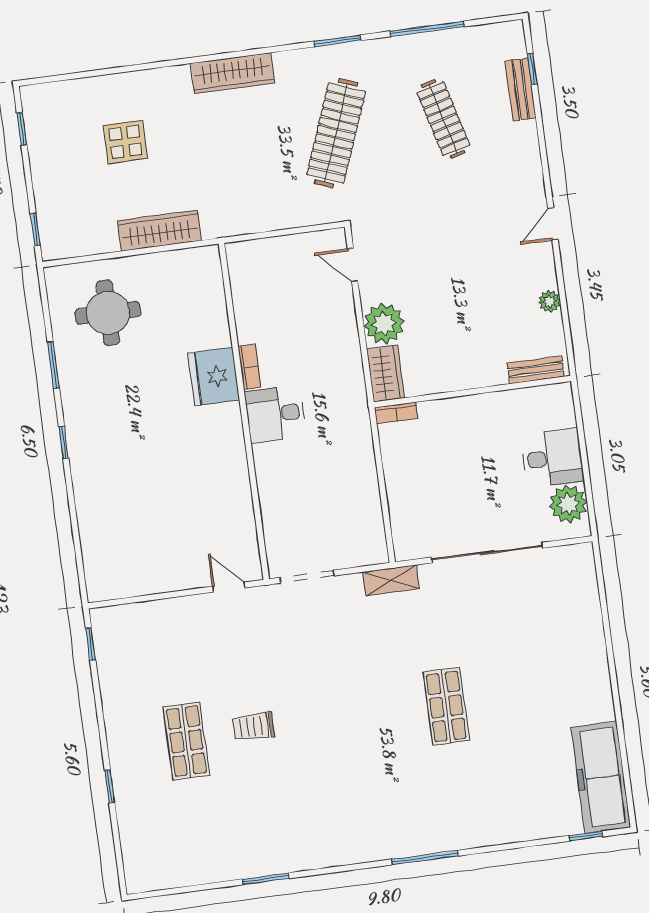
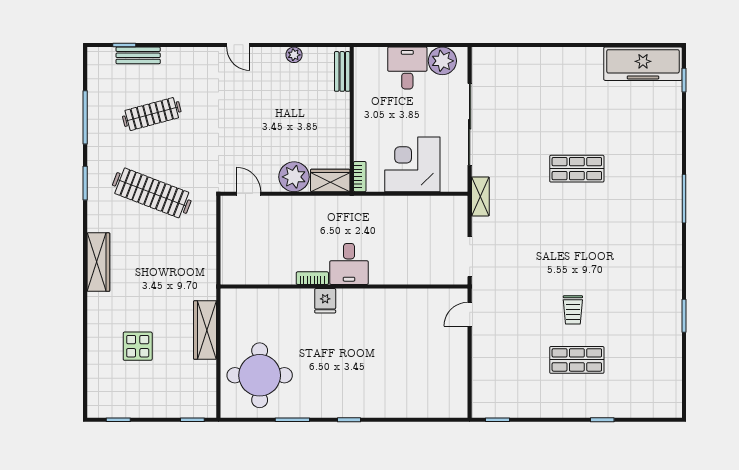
door: (353, 265) -> (249, 194), swing flipped
round table: (108, 313) -> (260, 375), width x1.36, depth x1.36
fridge: (214, 377) -> (325, 301), width x0.53, depth x0.75
corner desk: (422, 482) -> (412, 164), added

